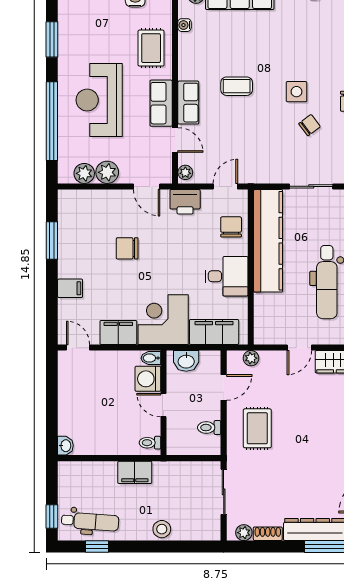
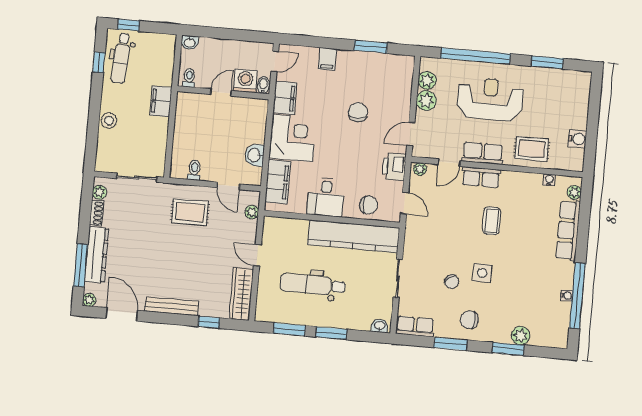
bidet: (151, 358) -> (263, 85), moved
washing machine: (148, 379) -> (245, 81), moved
wall: (163, 403) -> (223, 93), moved
door: (163, 405) -> (221, 93), moved
toilet: (150, 443) -> (189, 78), moved

